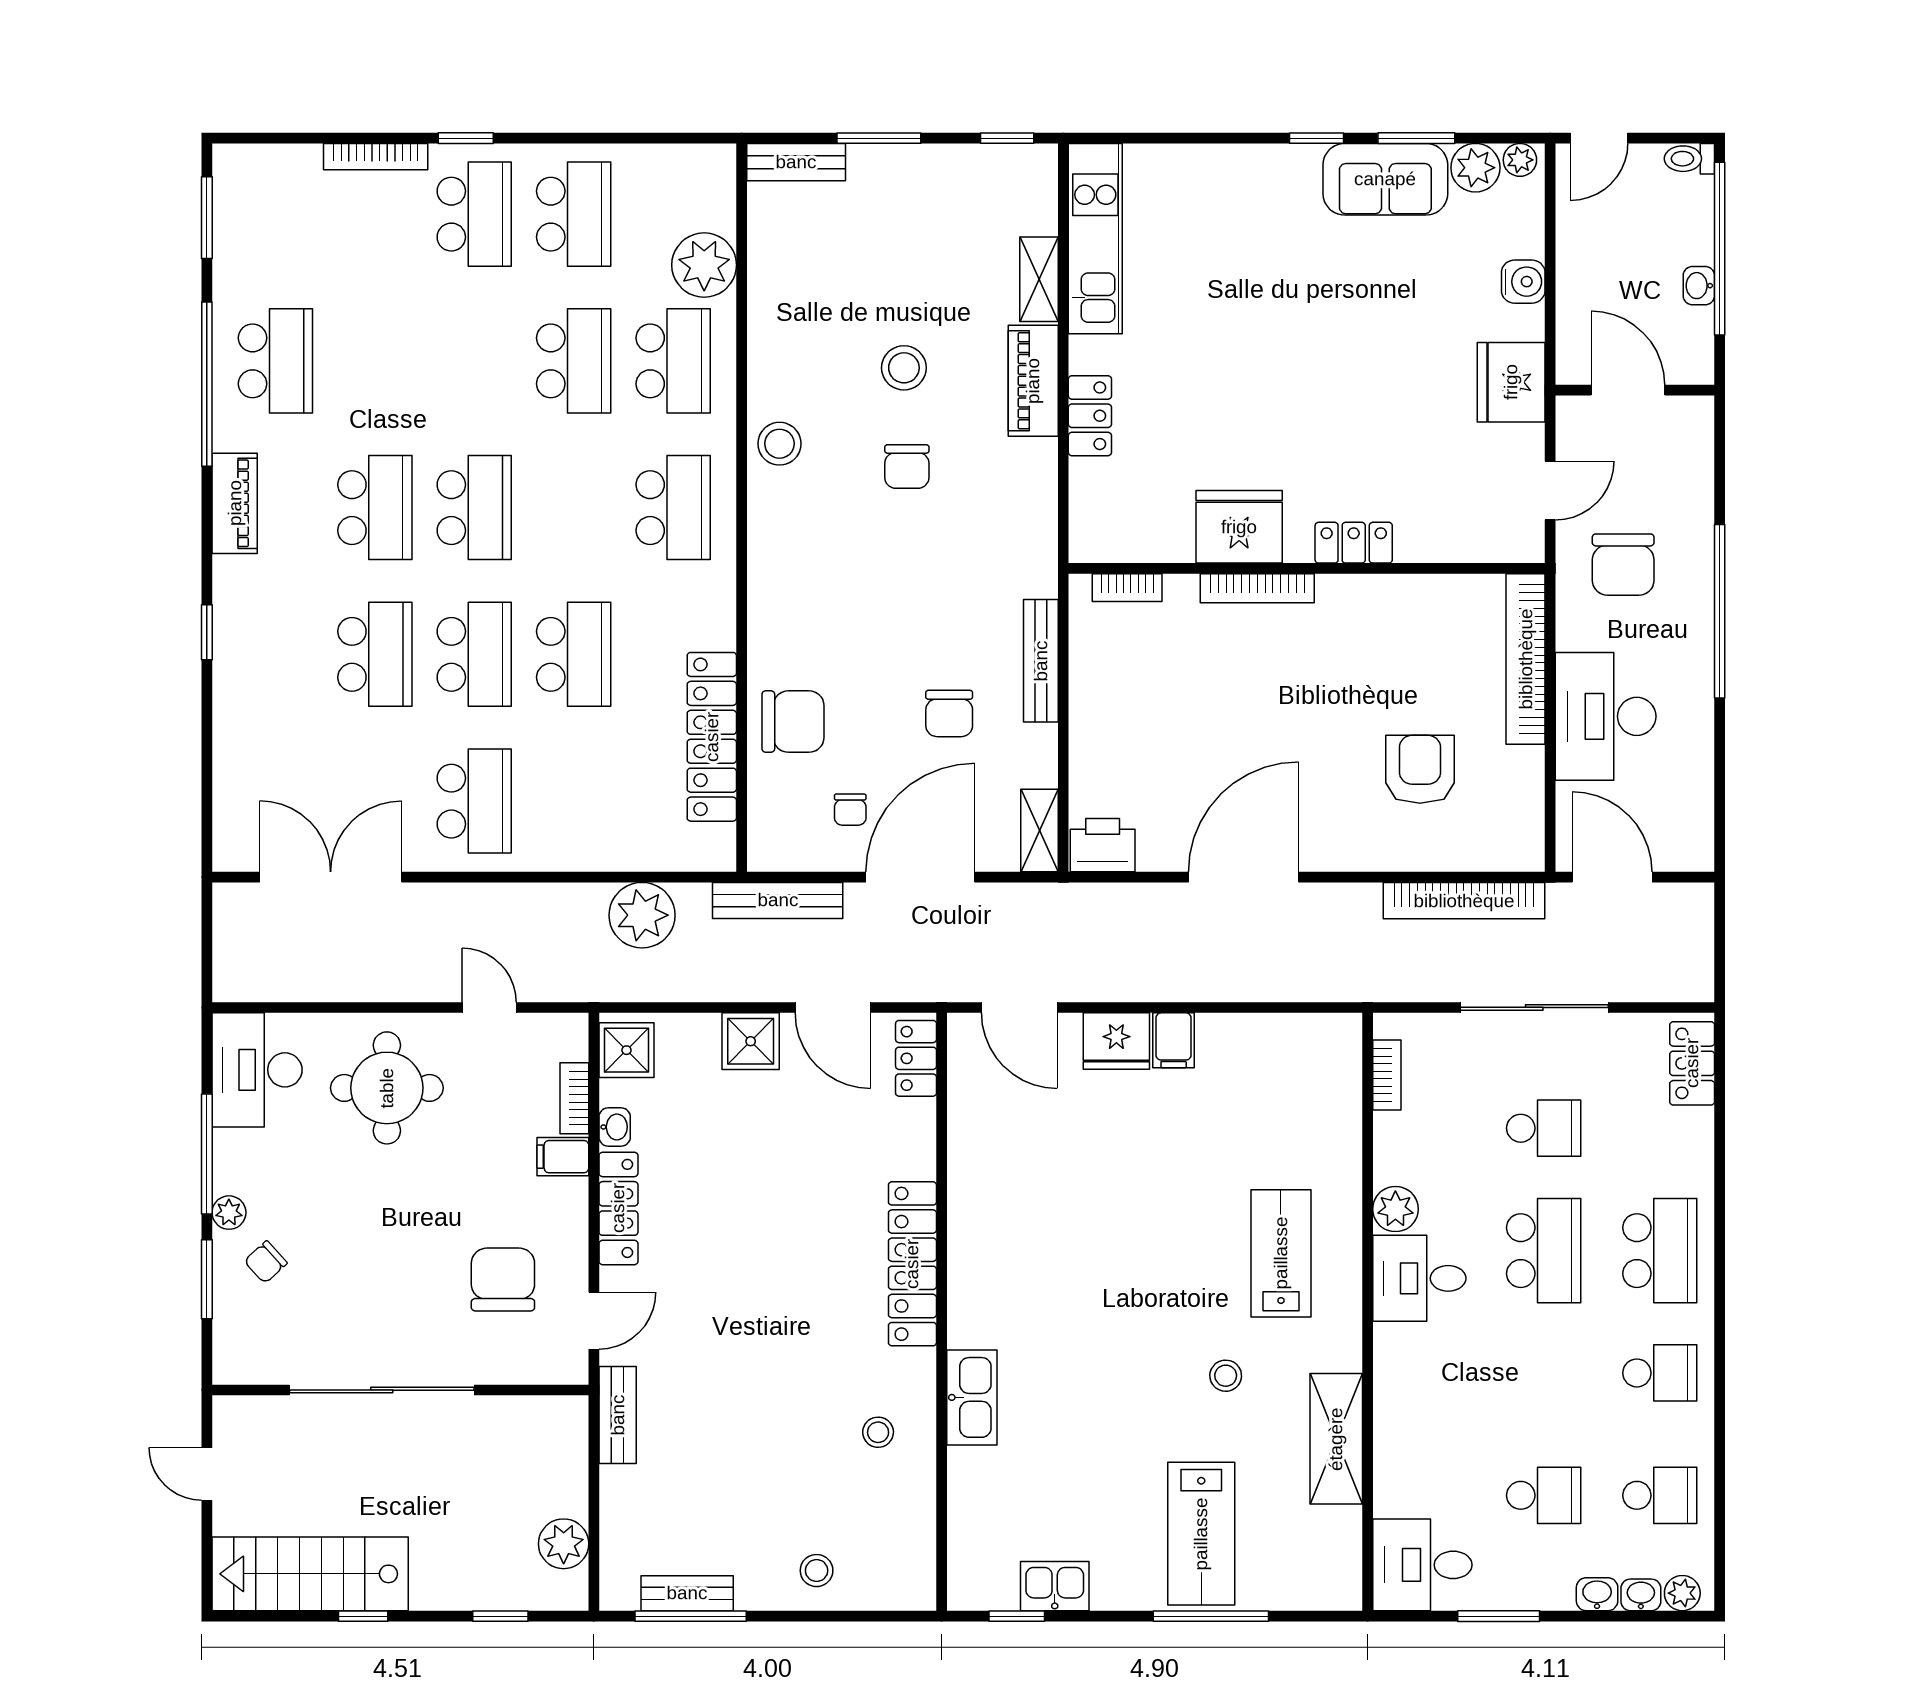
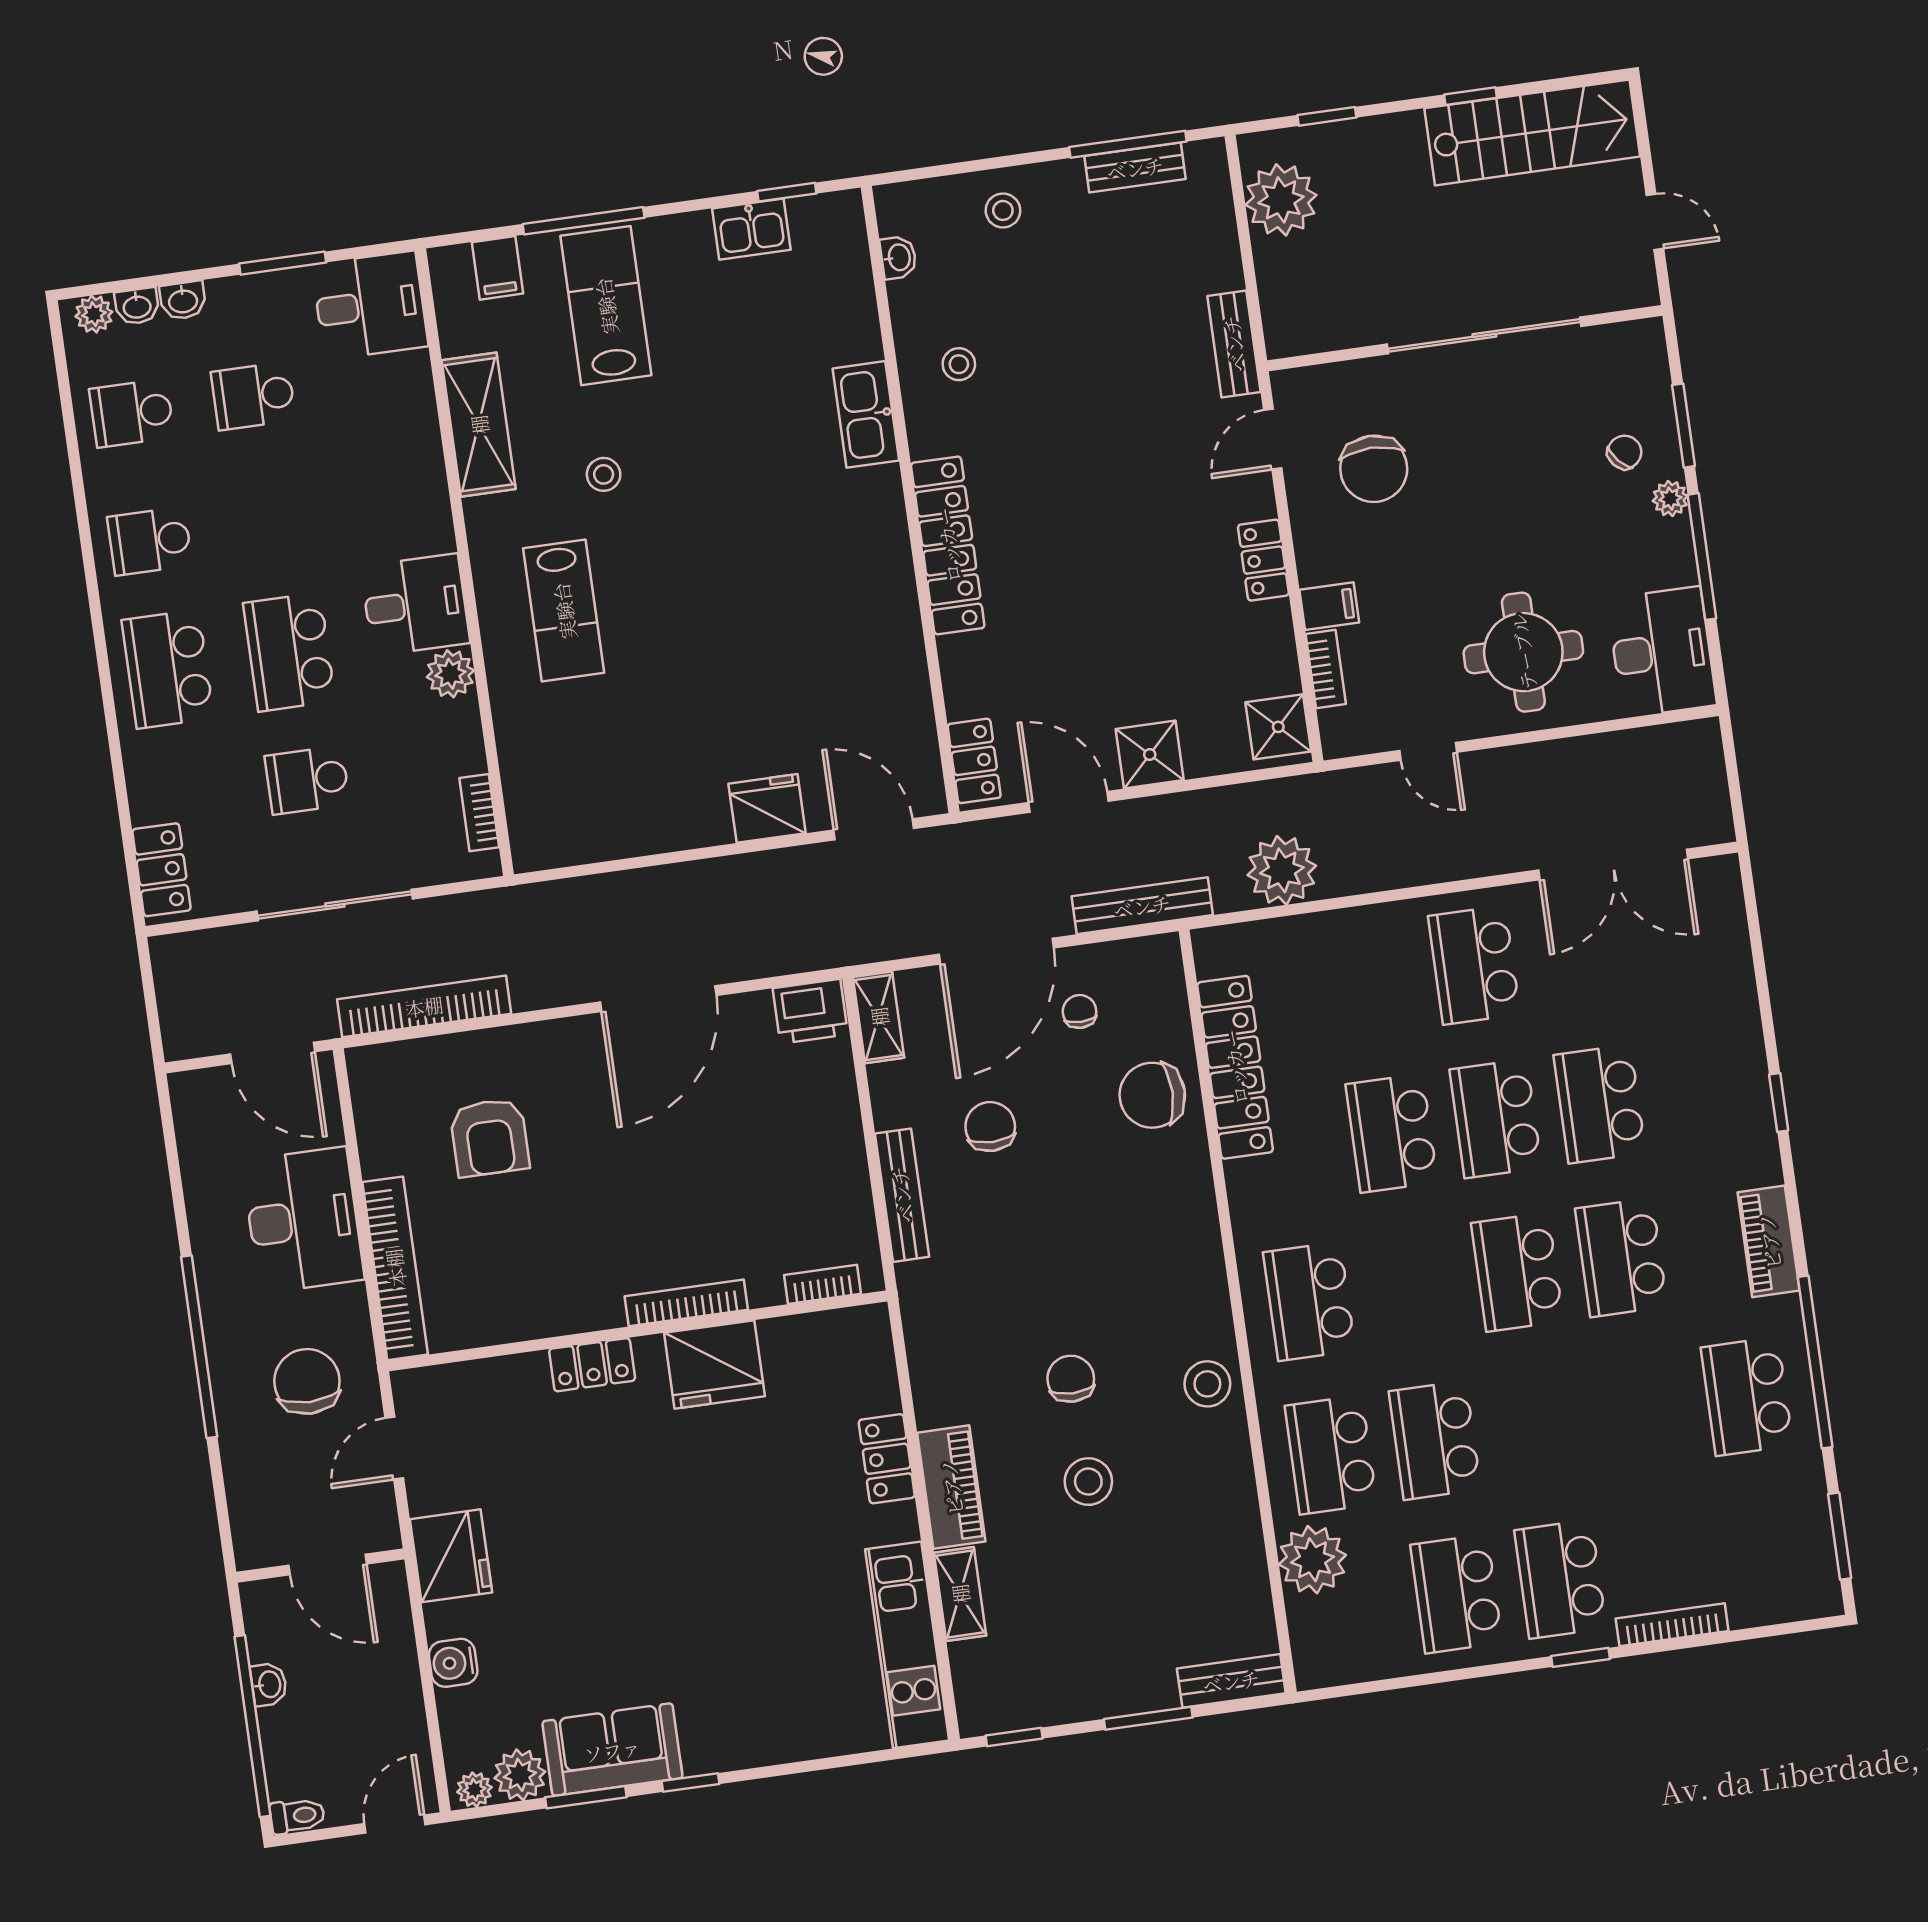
filing cabinet: (1174, 1040) -> (498, 268), moved, turned 180
washbasin: (615, 1127) -> (898, 257), moved, turned 180
locker: (618, 1208) -> (1263, 560), width x0.66
plant: (564, 1544) -> (1281, 200), width x1.36, depth x1.36

